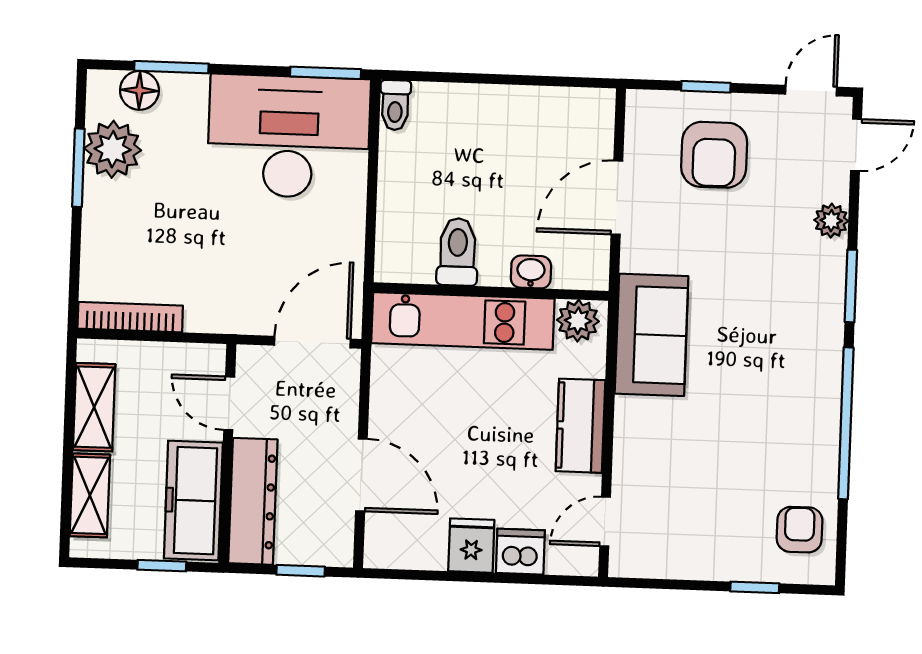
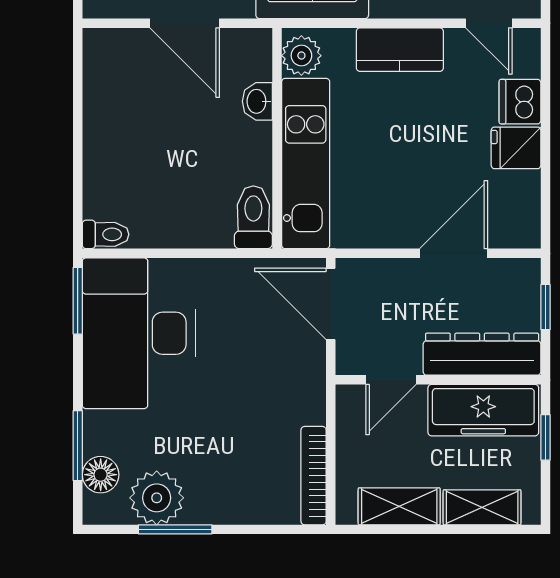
toilet: (458, 252) -> (253, 217), moved, turned 90

